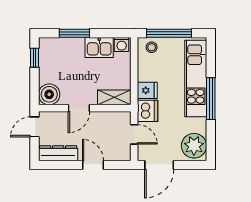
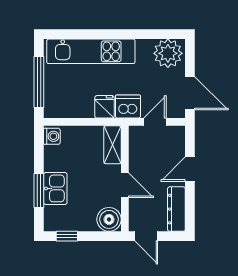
stool: (152, 47) -> (55, 102), removed
kitchen sink: (99, 48) -> (55, 188), moved
window: (211, 99) -> (114, 34), removed

